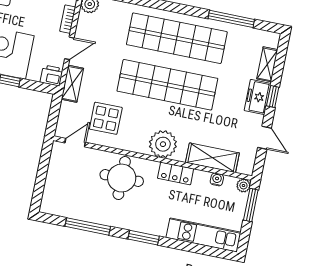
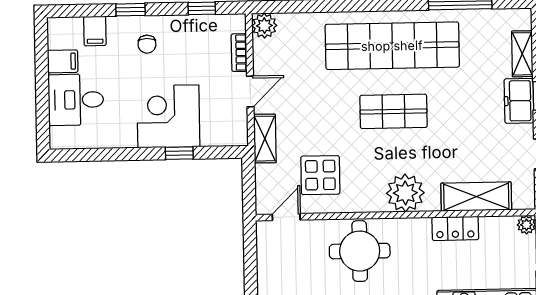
printer: (52, 75) -> (234, 134), removed
shop shelf: (167, 85) -> (394, 111), width x0.50, depth x0.74
locker: (176, 174) -> (455, 228), moved
water cooler: (217, 179) -> (489, 224), removed

